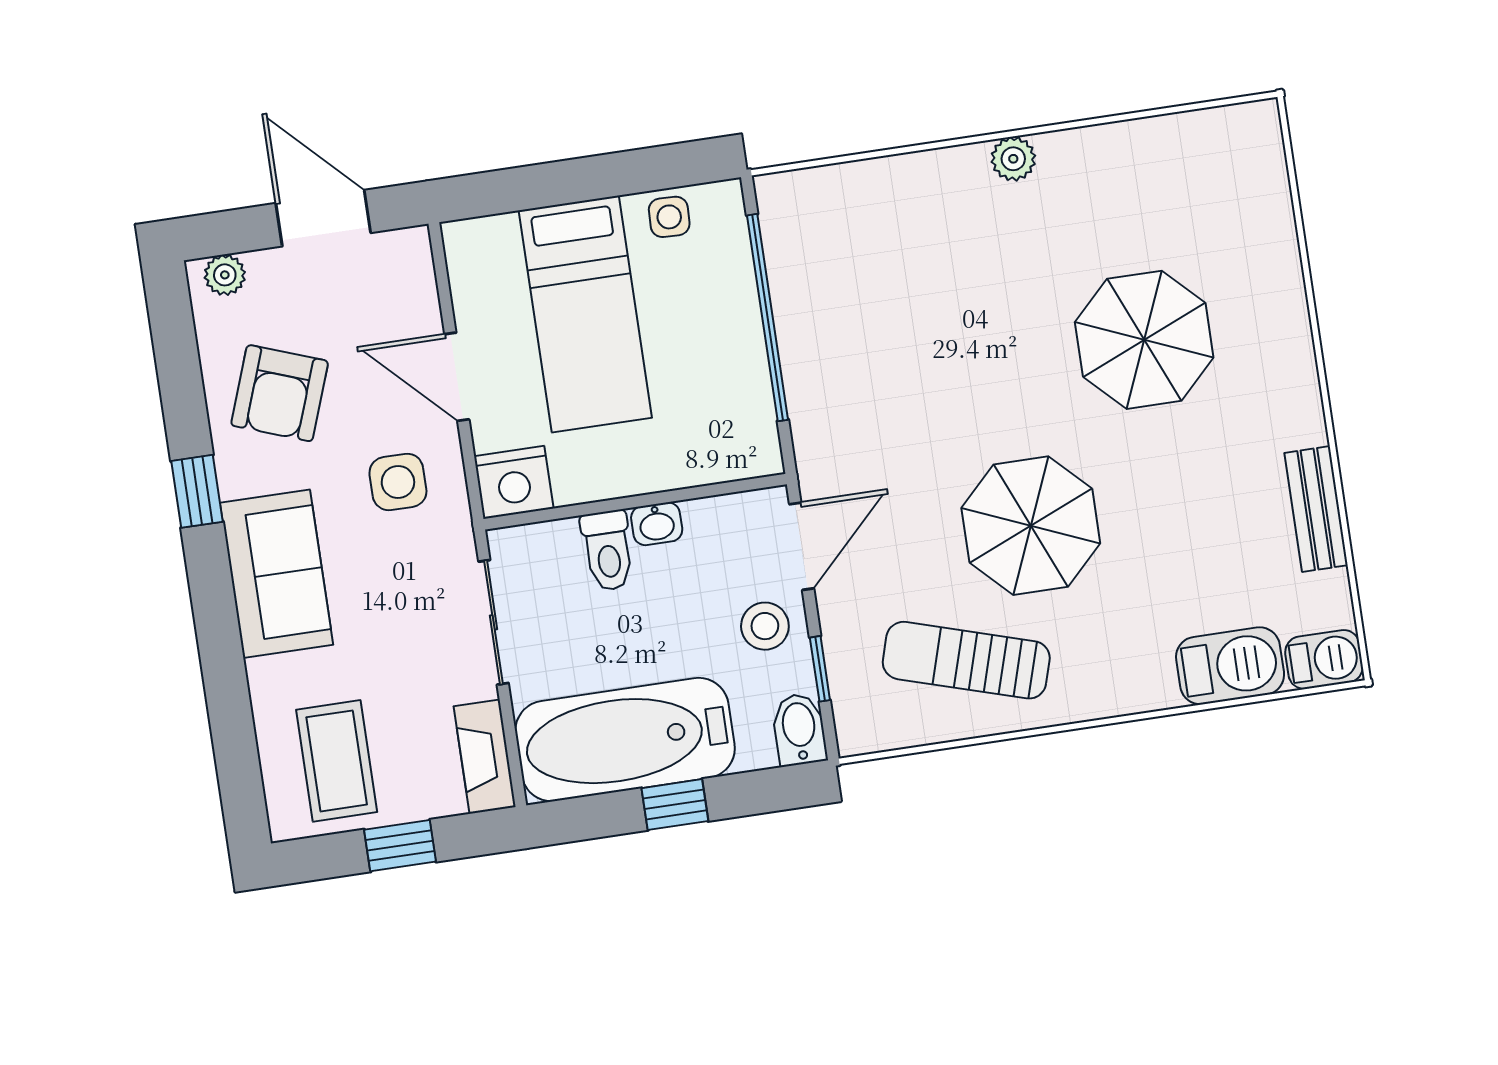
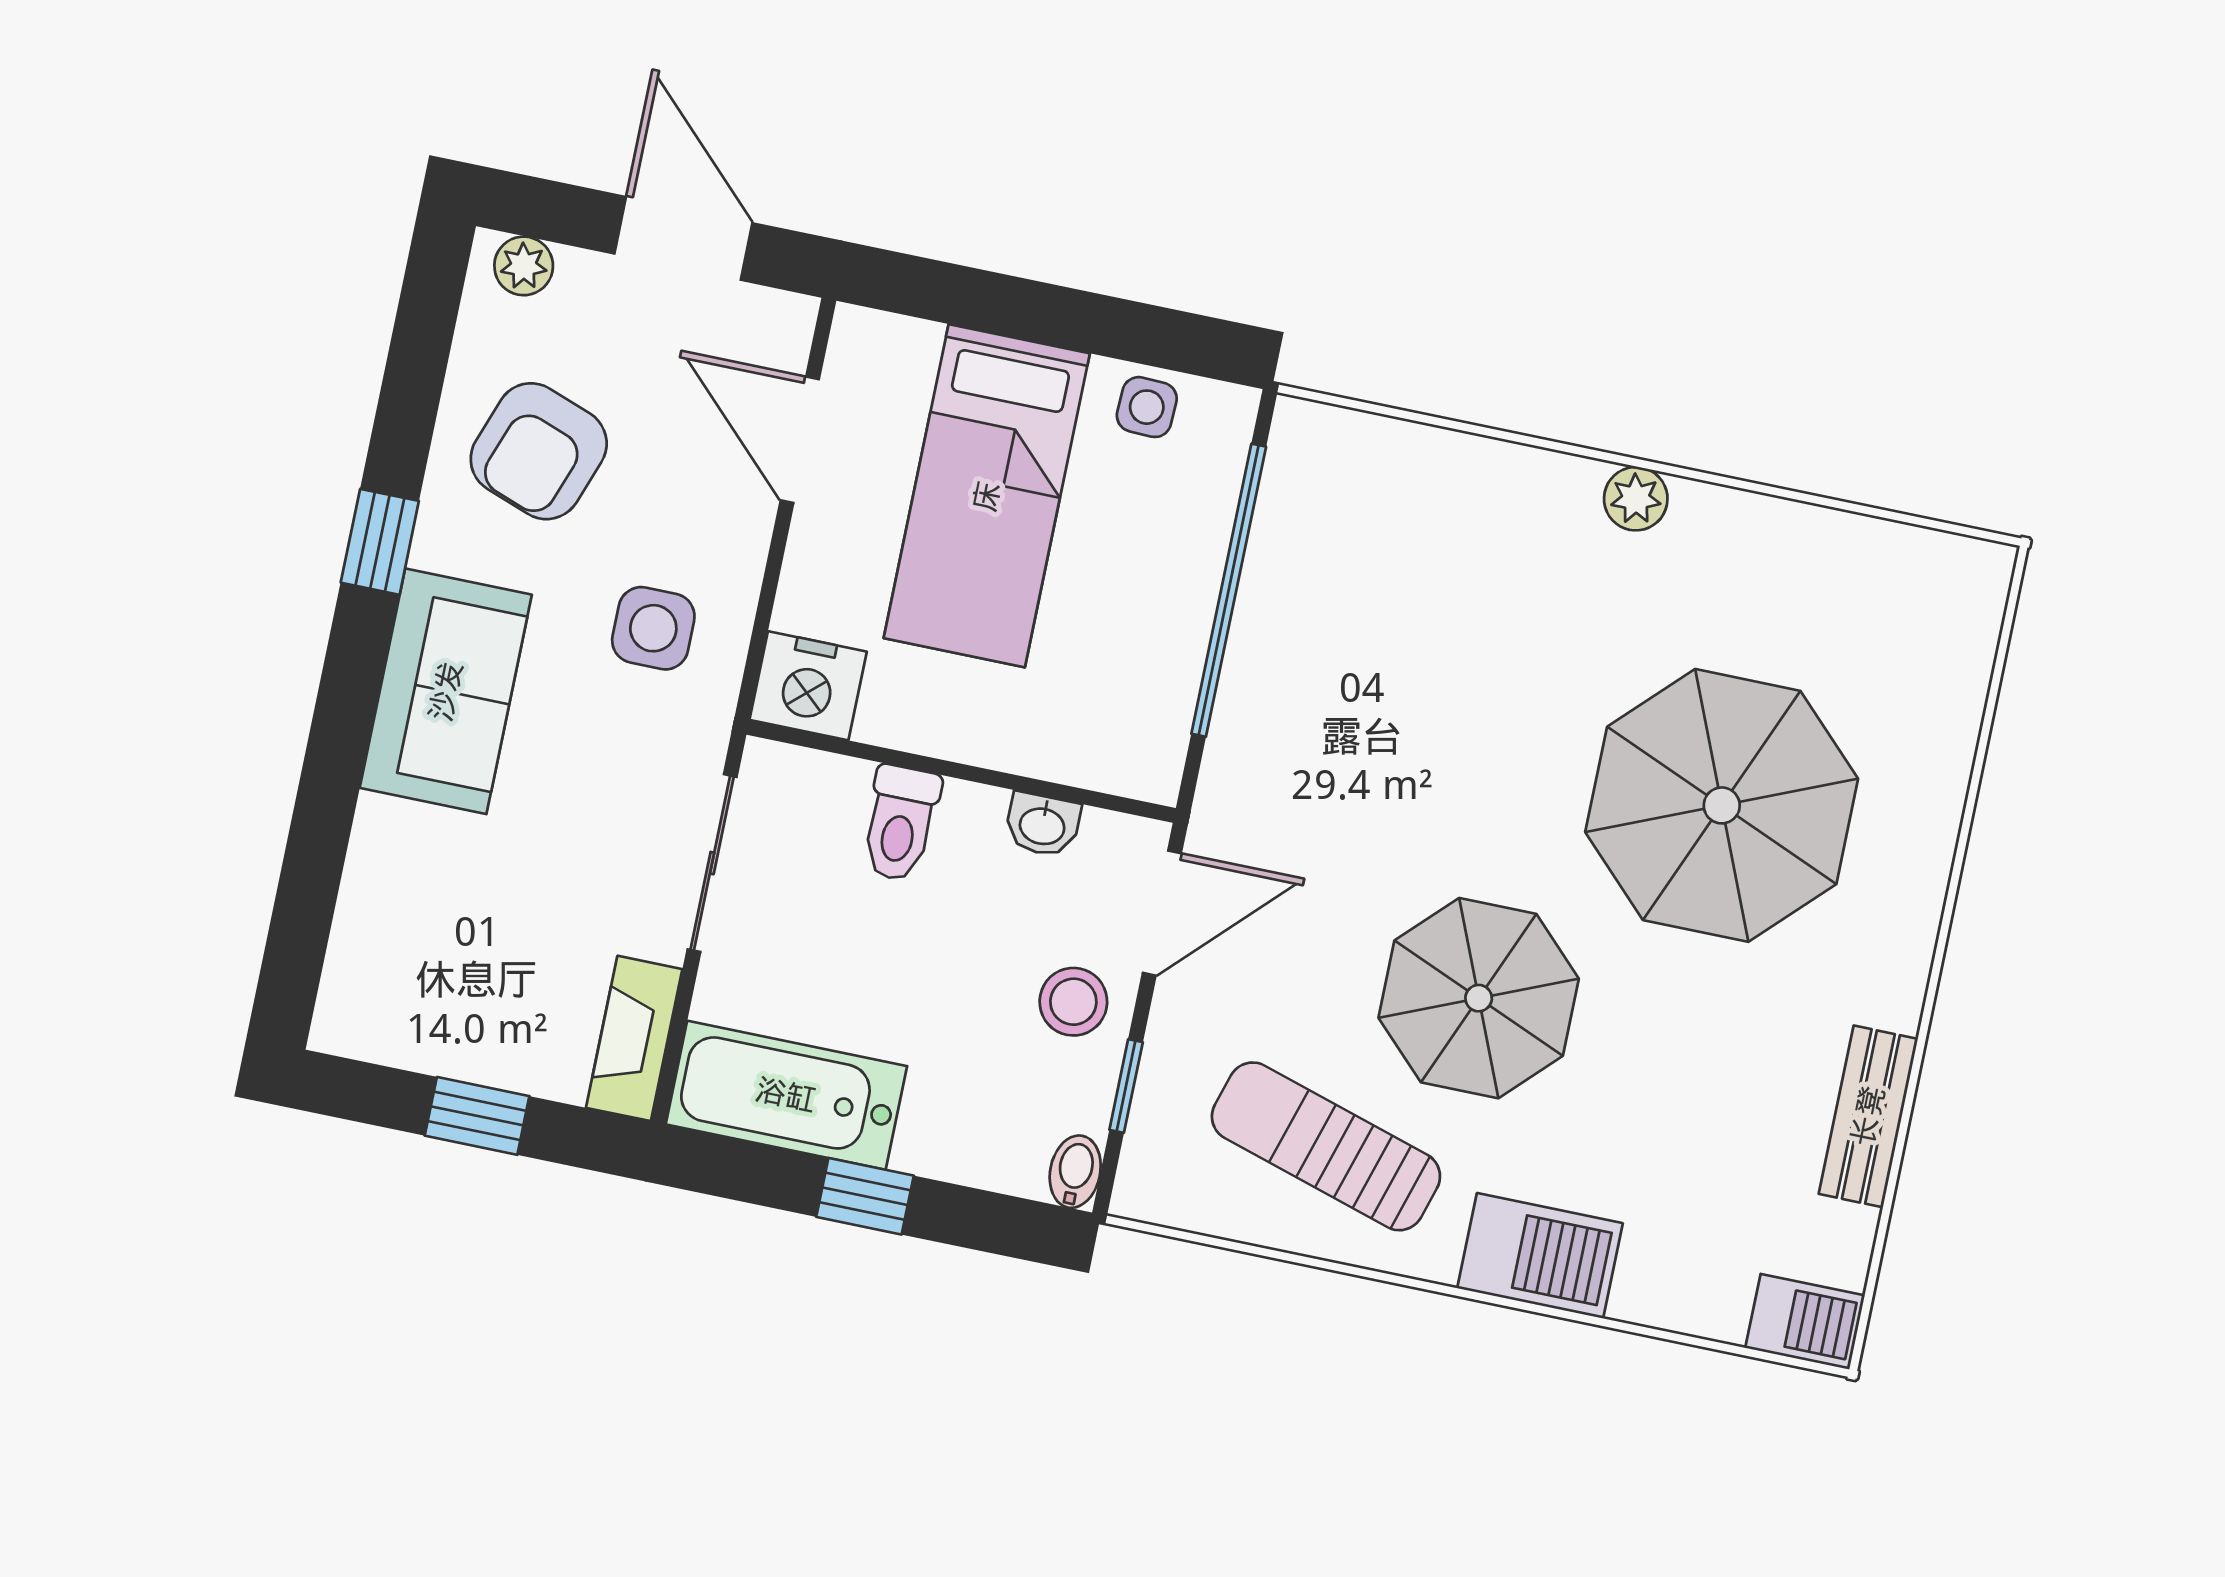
parasol: (1144, 340) -> (1722, 805), width x1.36, depth x1.36
door: (457, 377) -> (800, 440), moved
washbasin: (657, 524) -> (1042, 825), moved
barbecue: (1230, 666) -> (1540, 1256), moved
bidet: (799, 729) -> (1075, 1172), width x0.72, depth x0.74
bathtub: (625, 740) -> (786, 1095), width x0.73, depth x0.73
coffee table: (337, 761) -> (434, 971), removed

